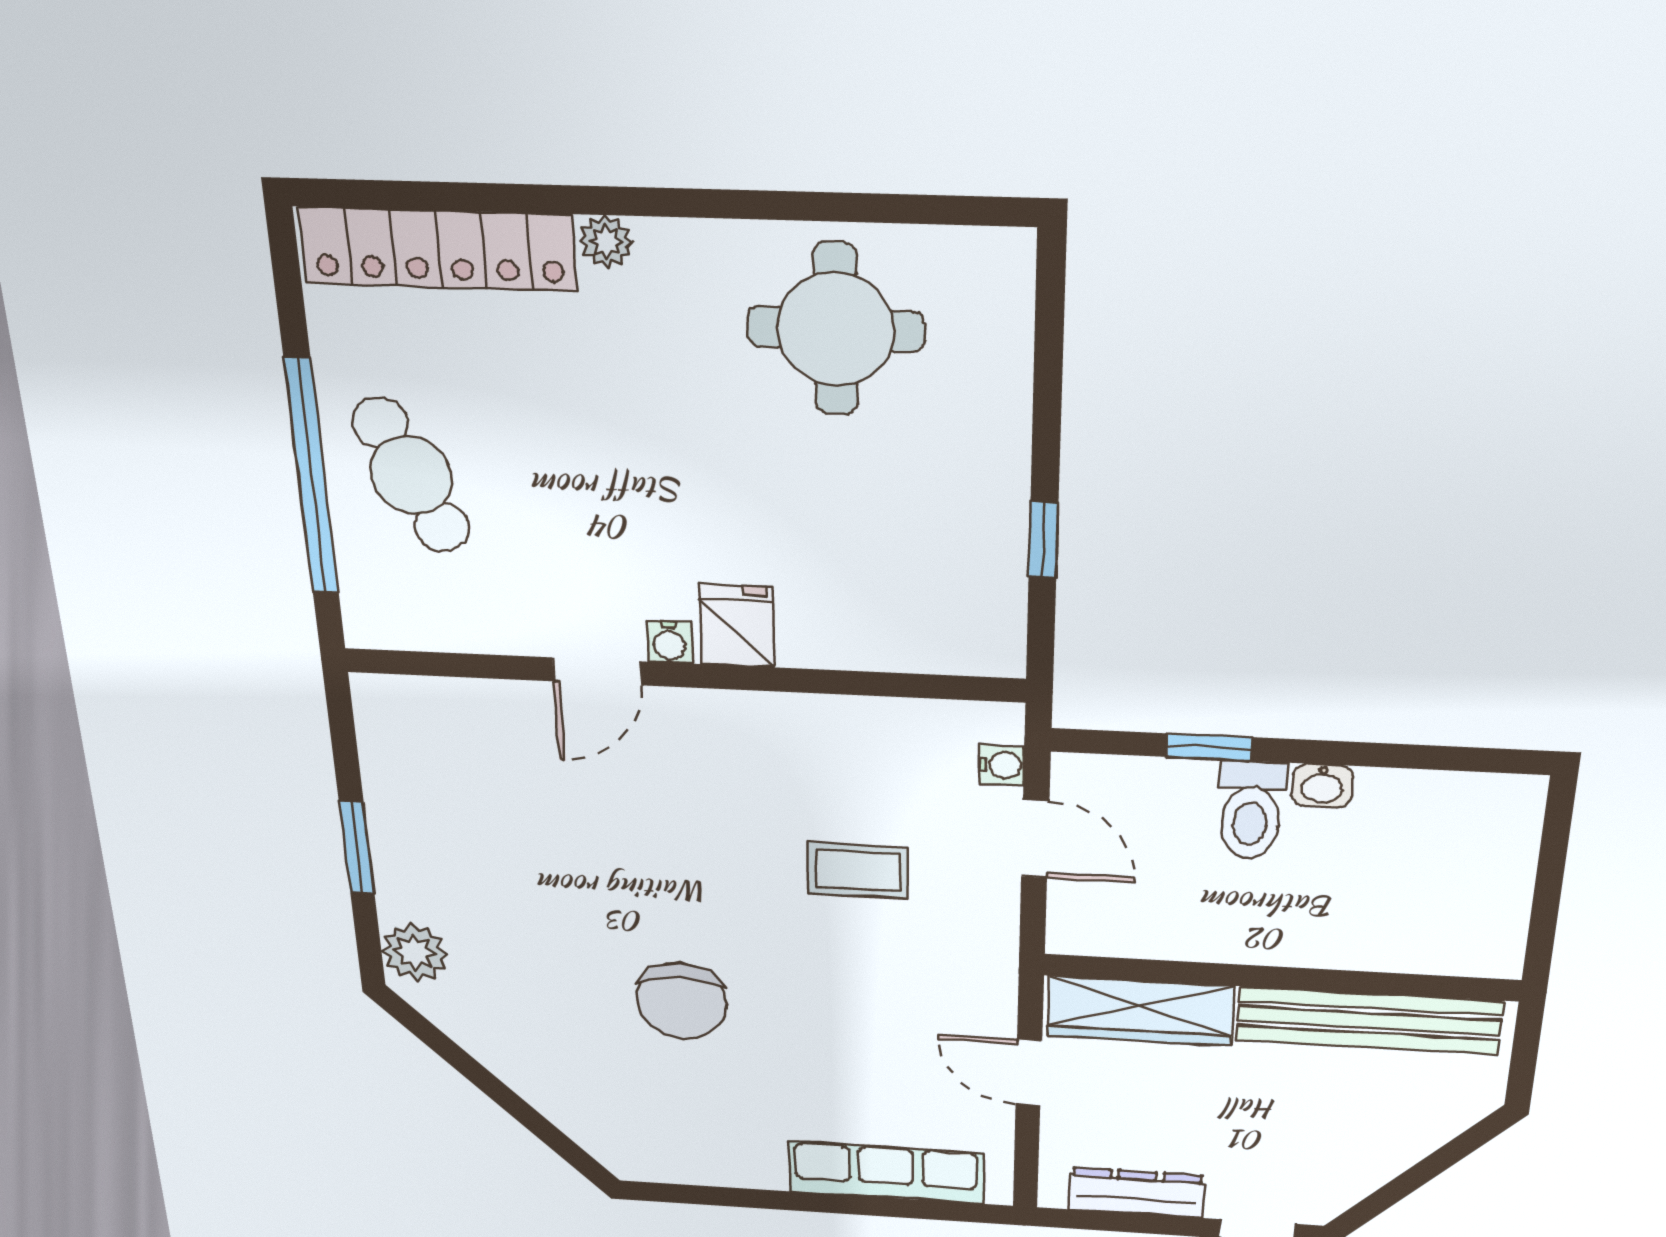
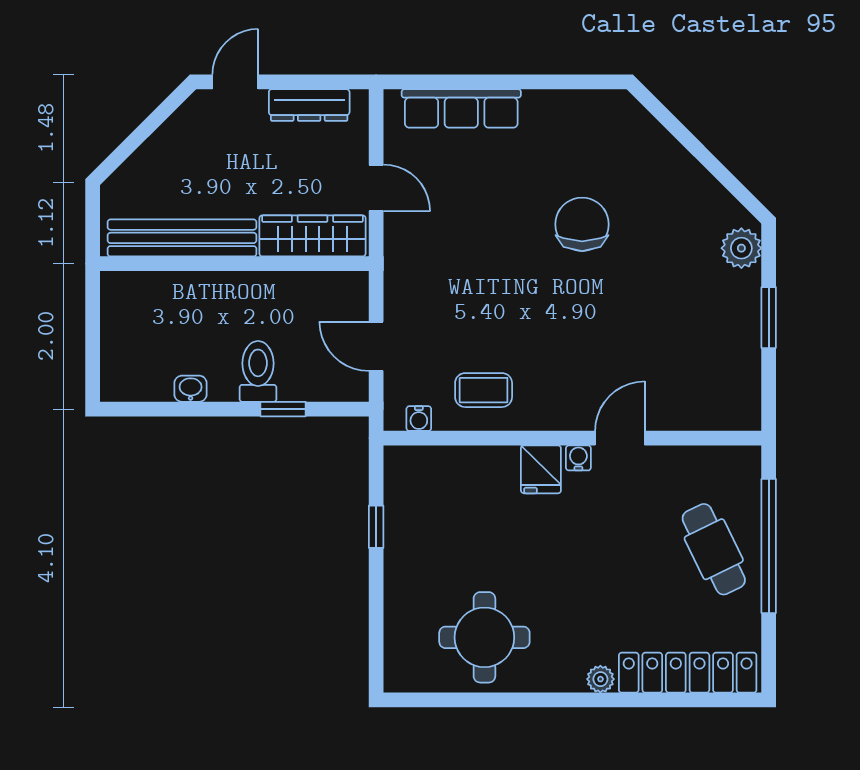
water cooler: (1002, 765) -> (419, 419), moved, turned -90
washbasin: (1322, 786) -> (191, 389), moved
coffee table: (858, 870) -> (484, 390), moved

